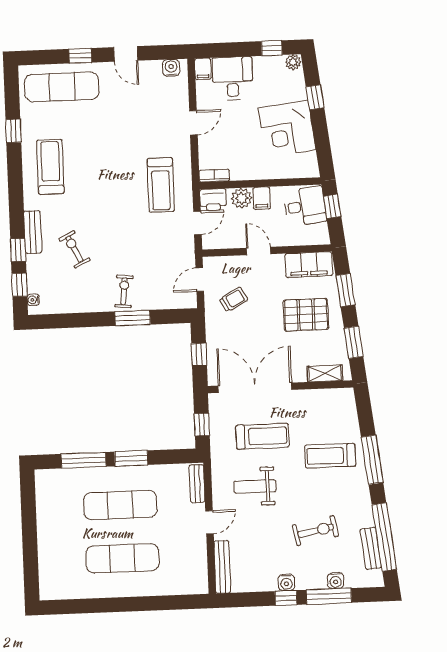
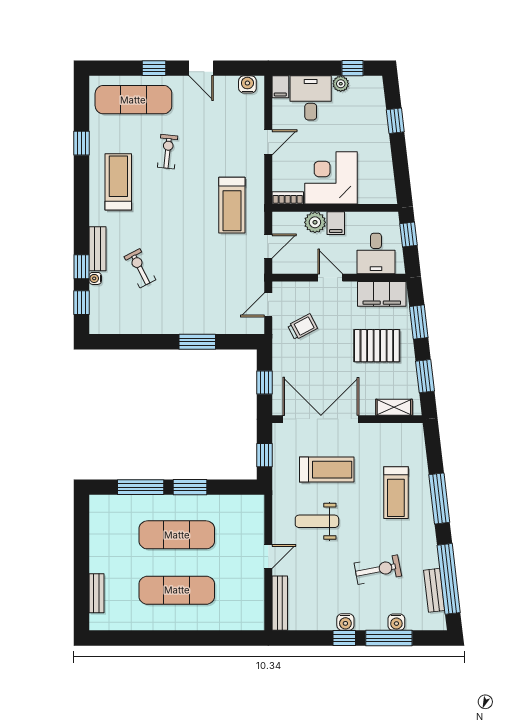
plant: (293, 62) -> (341, 84), moved
corner desk: (287, 129) -> (331, 178), moved, turned 97
printer: (213, 200) -> (285, 223), removed
desk: (305, 206) -> (376, 253), moved, turned 97
exercise bike: (124, 291) -> (168, 152), moved
water cooler: (33, 300) -> (95, 278), moved
treadmill: (330, 456) -> (396, 493), turned -90
bench: (197, 484) -> (96, 593), moved

